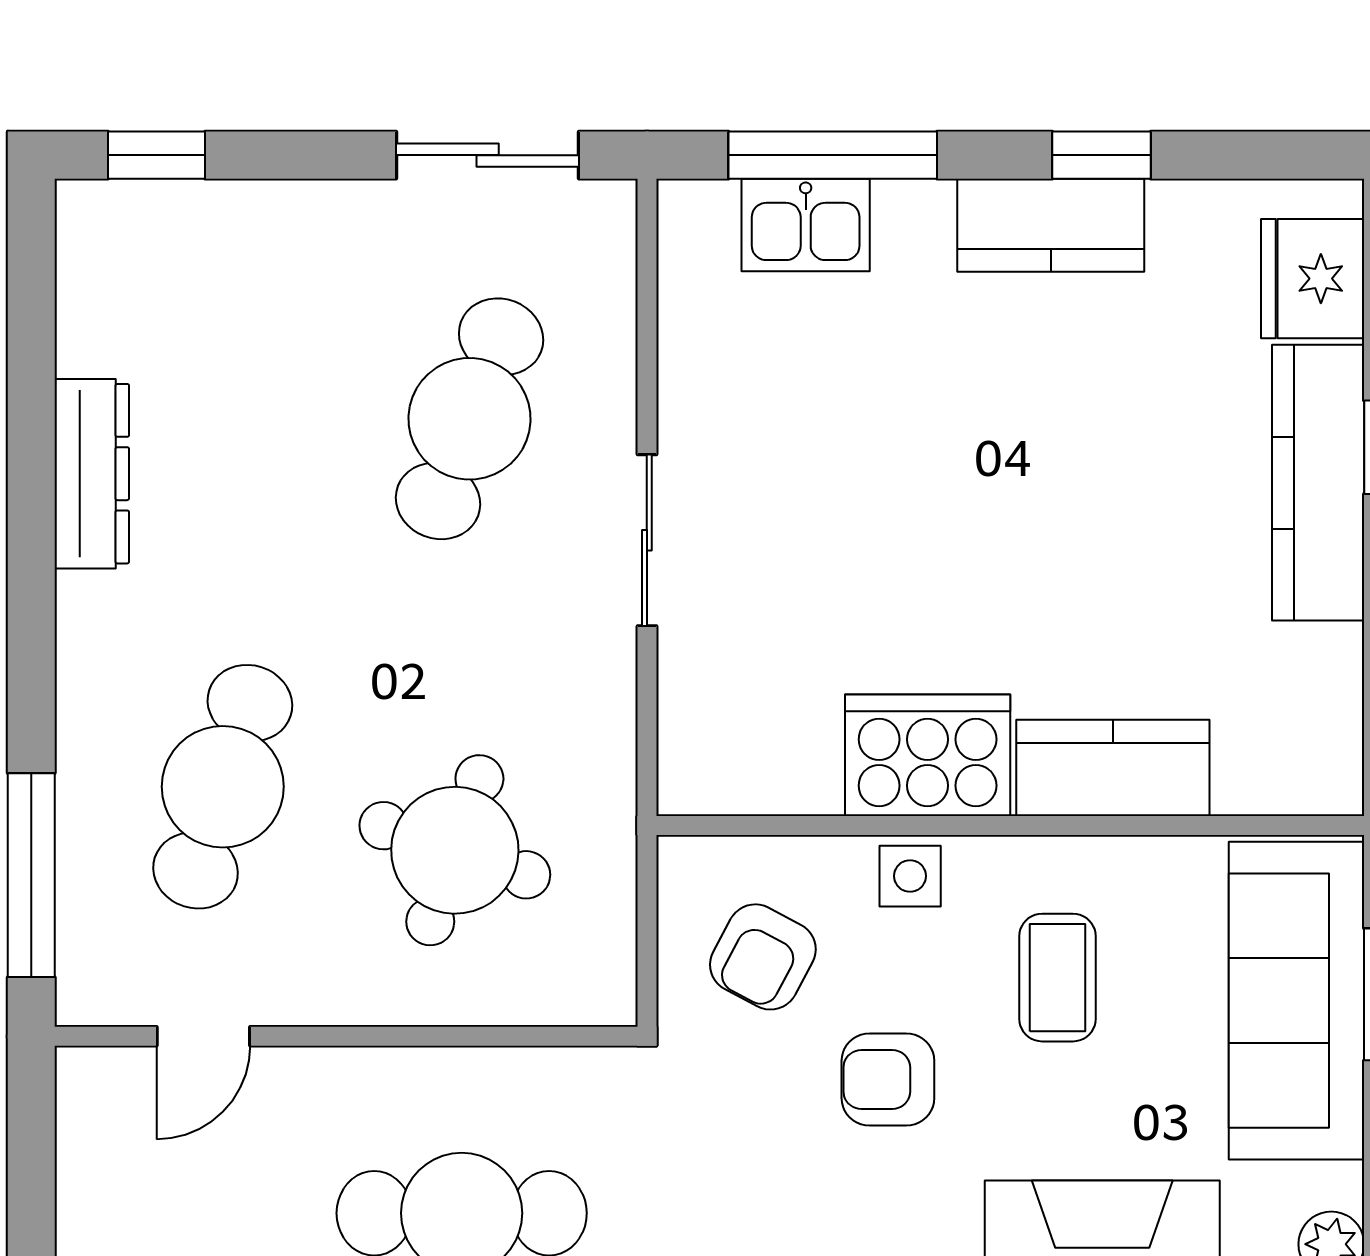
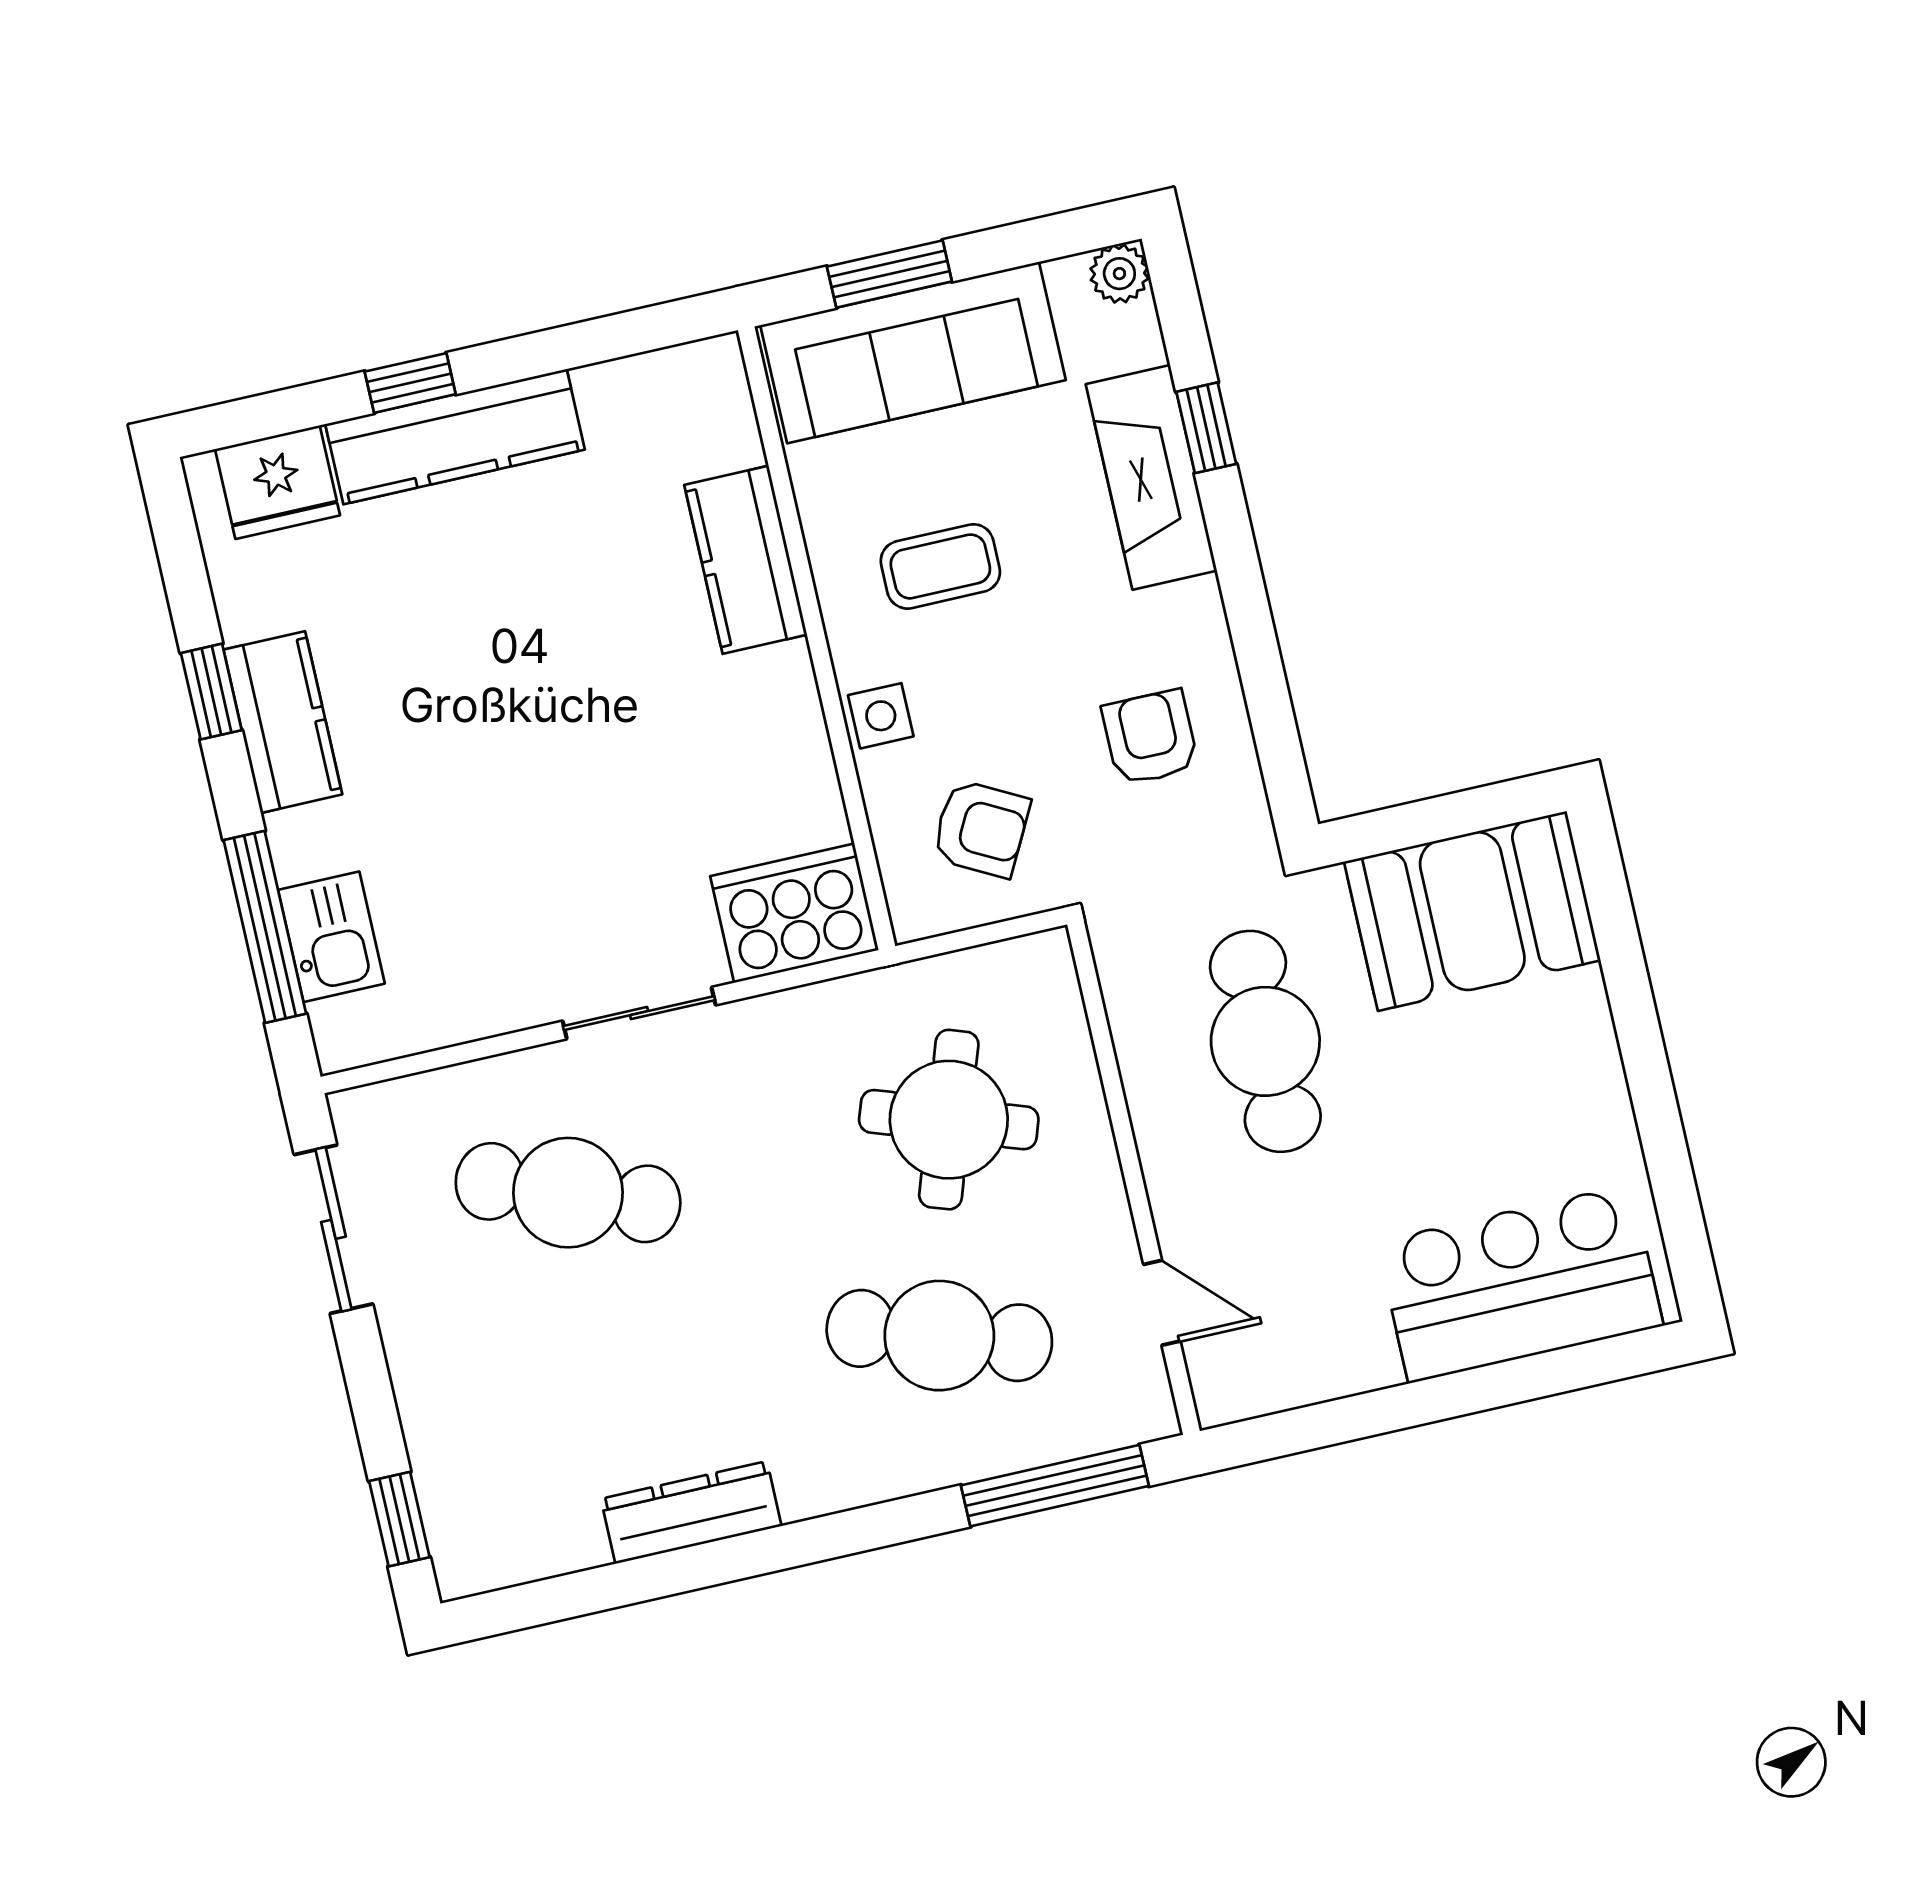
cooker: (928, 755) -> (794, 913), moved, turned 90
armchair: (888, 1079) -> (1150, 737), moved, turned 180

